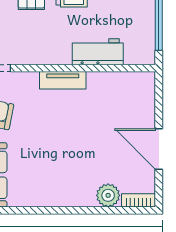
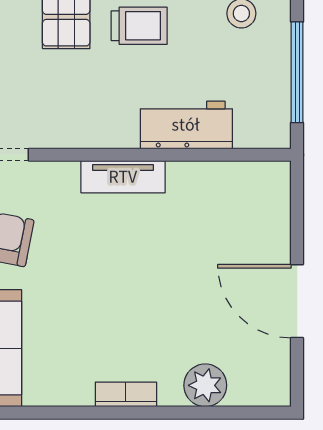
bookcase: (139, 200) -> (126, 394), moved

